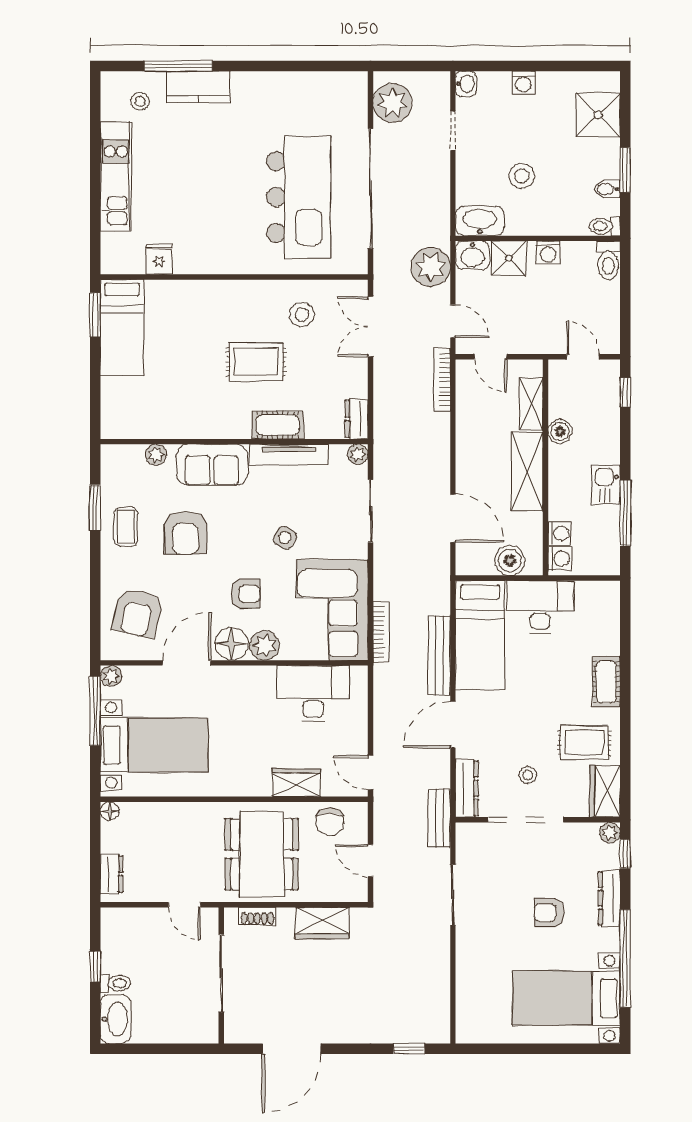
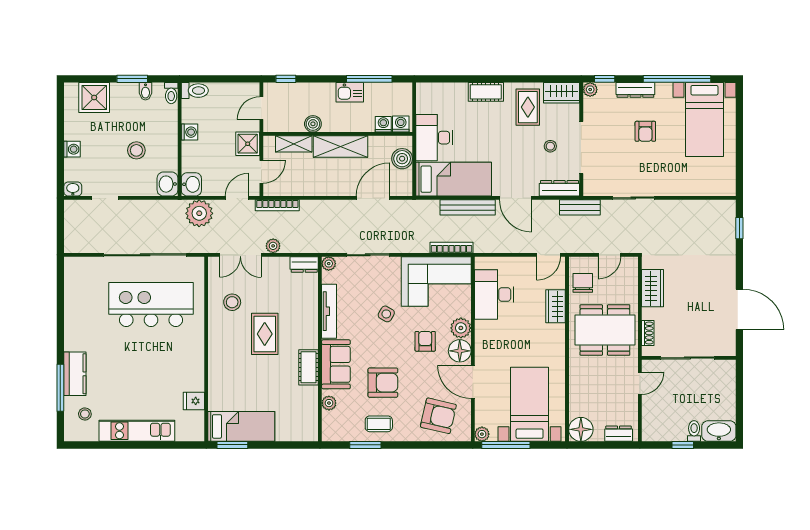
plant: (393, 103) -> (273, 246), moved, width x0.53, depth x0.53
washbasin: (480, 221) -> (167, 184), width x0.72
shower: (509, 258) -> (248, 144), moved
cot: (278, 425) -> (309, 367), moved
floor lamp: (110, 811) -> (581, 429), width x1.89, depth x1.89
chair: (330, 822) -> (583, 283), turned -90

